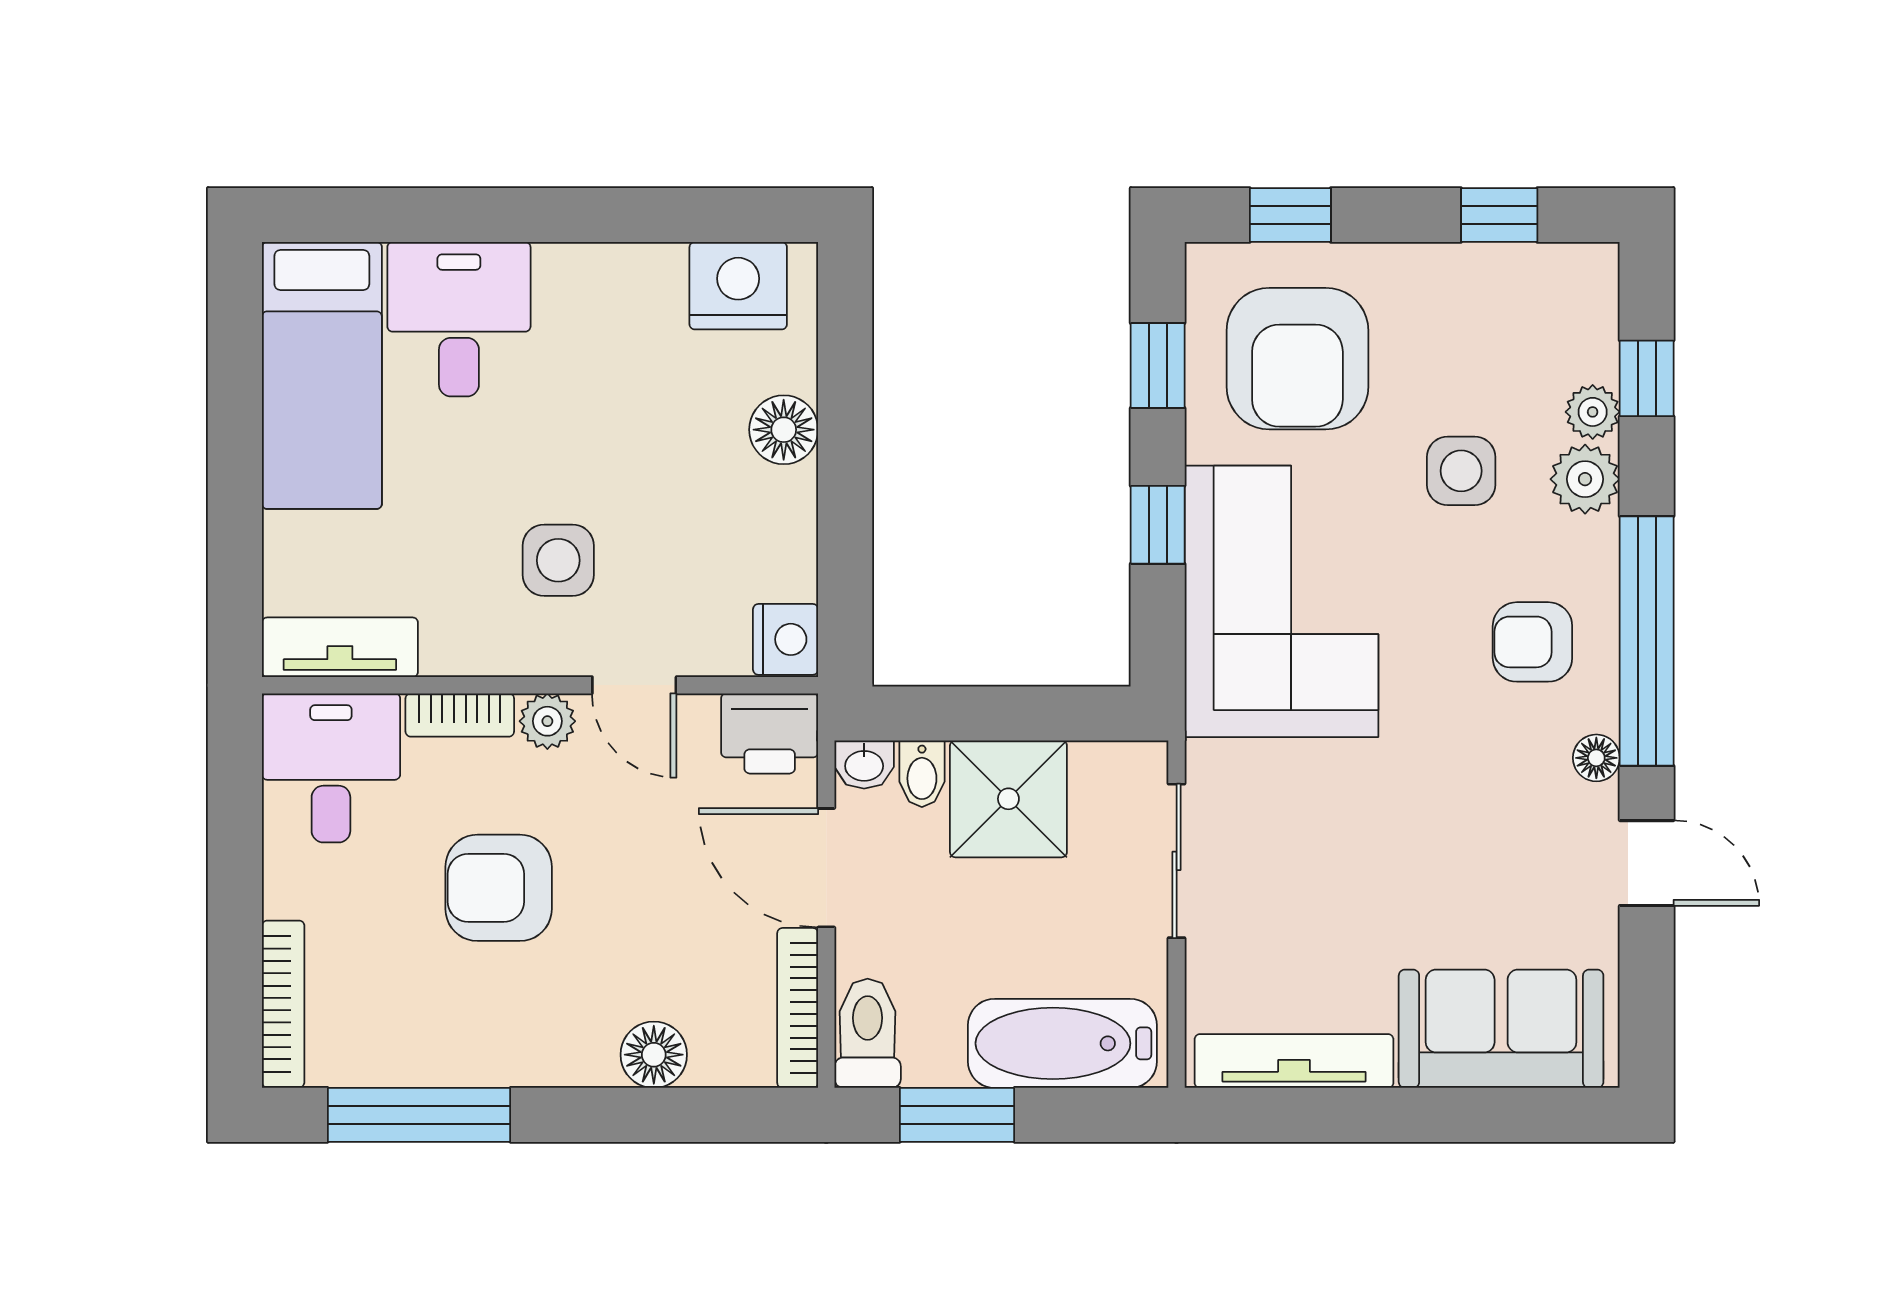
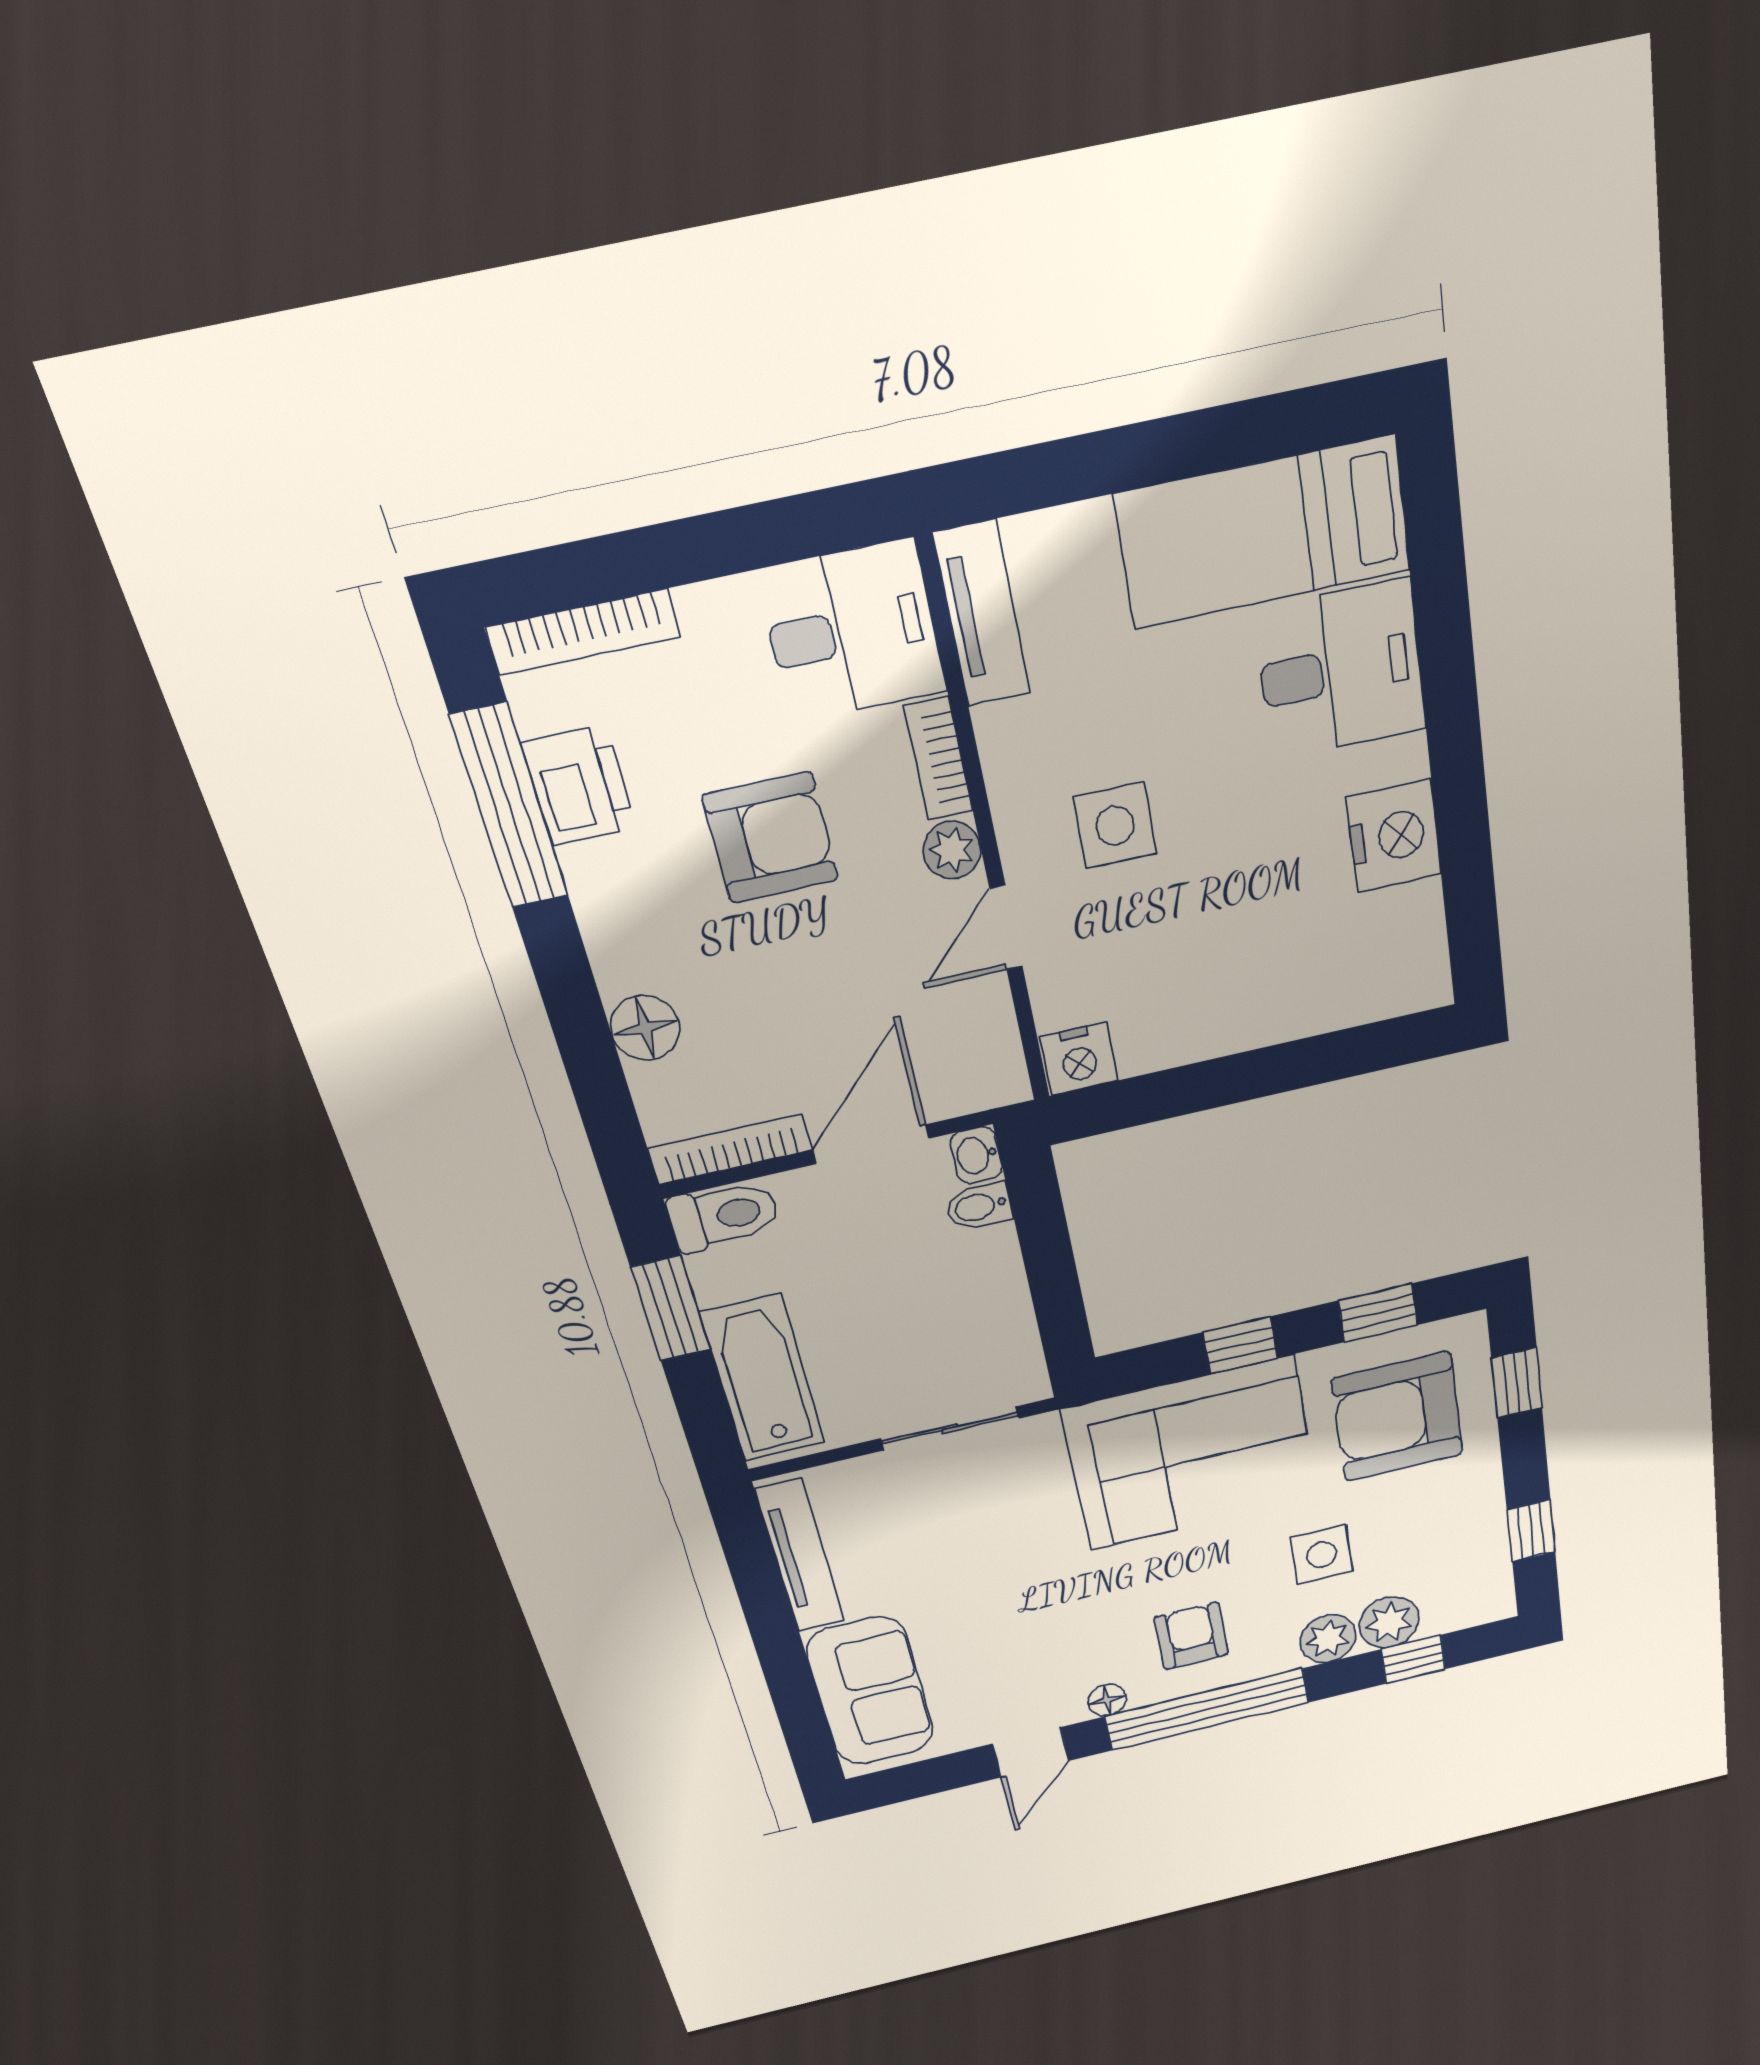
nightstand: (738, 286) -> (1394, 836), moved
plant: (1593, 412) -> (1389, 1622), width x1.38, depth x1.38
floor lamp: (784, 430) -> (1276, 1013), removed
printer: (770, 733) -> (579, 786), moved, turned 180
shower: (1008, 799) -> (973, 1284), removed
armchair: (499, 888) -> (771, 838), turned 90

